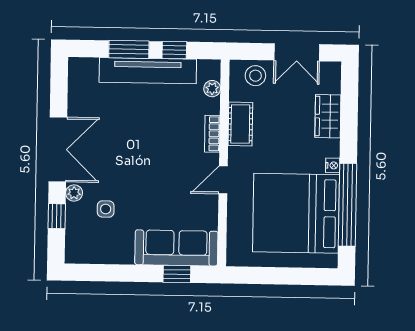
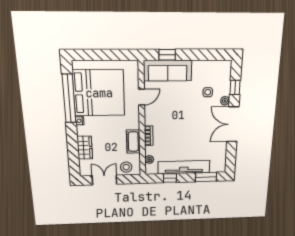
window: (129, 49) -> (206, 177), moved
door: (223, 180) -> (142, 97), moved

